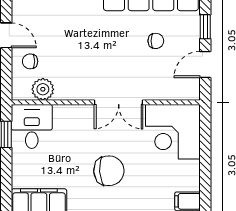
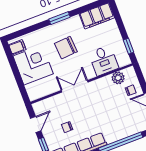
desk: (32, 127) -> (104, 60), moved
corner desk: (173, 132) -> (33, 65), moved

